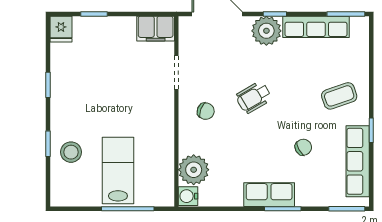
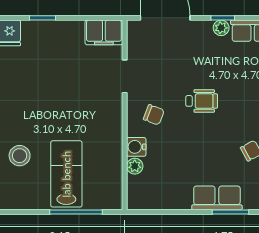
plant: (266, 31) -> (221, 28), width x0.53, depth x0.53
wheelchair: (254, 97) -> (202, 101), turned -150
plant: (194, 170) -> (135, 166), width x0.53, depth x0.53
water cooler: (188, 196) -> (136, 147), moved

